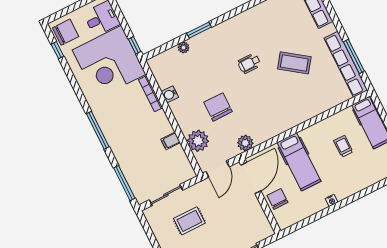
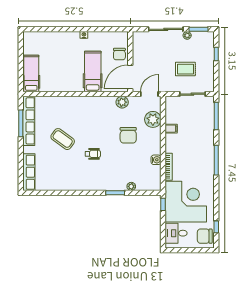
trolley: (343, 146) -> (58, 67), removed

